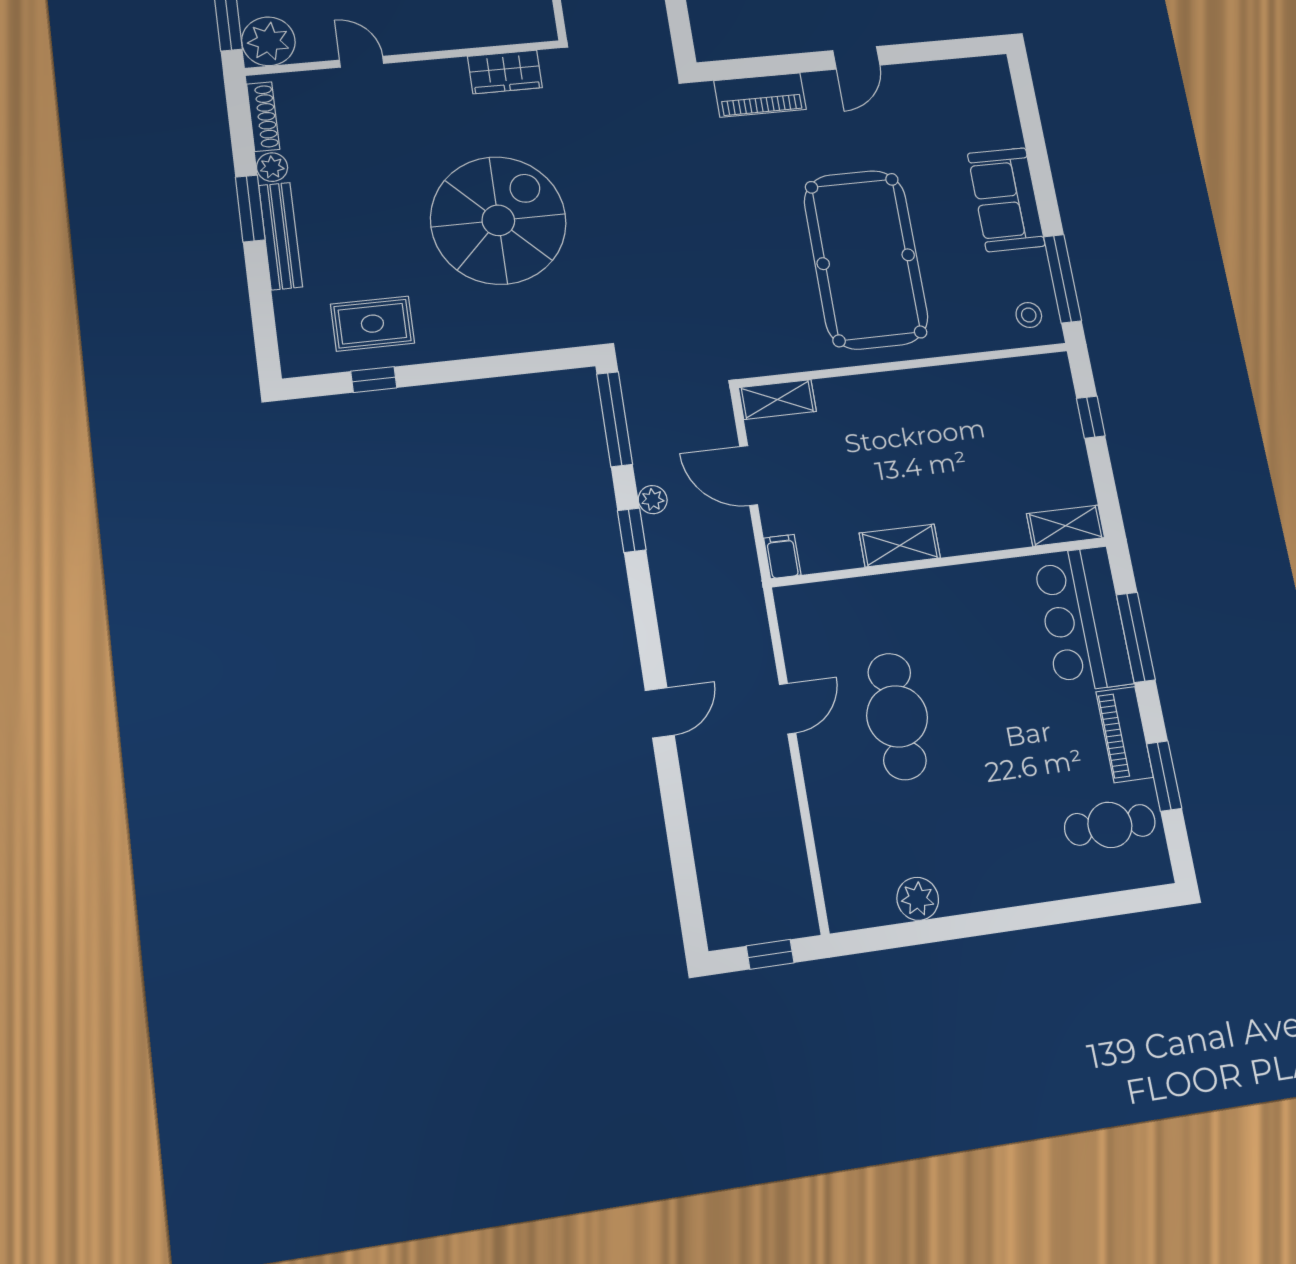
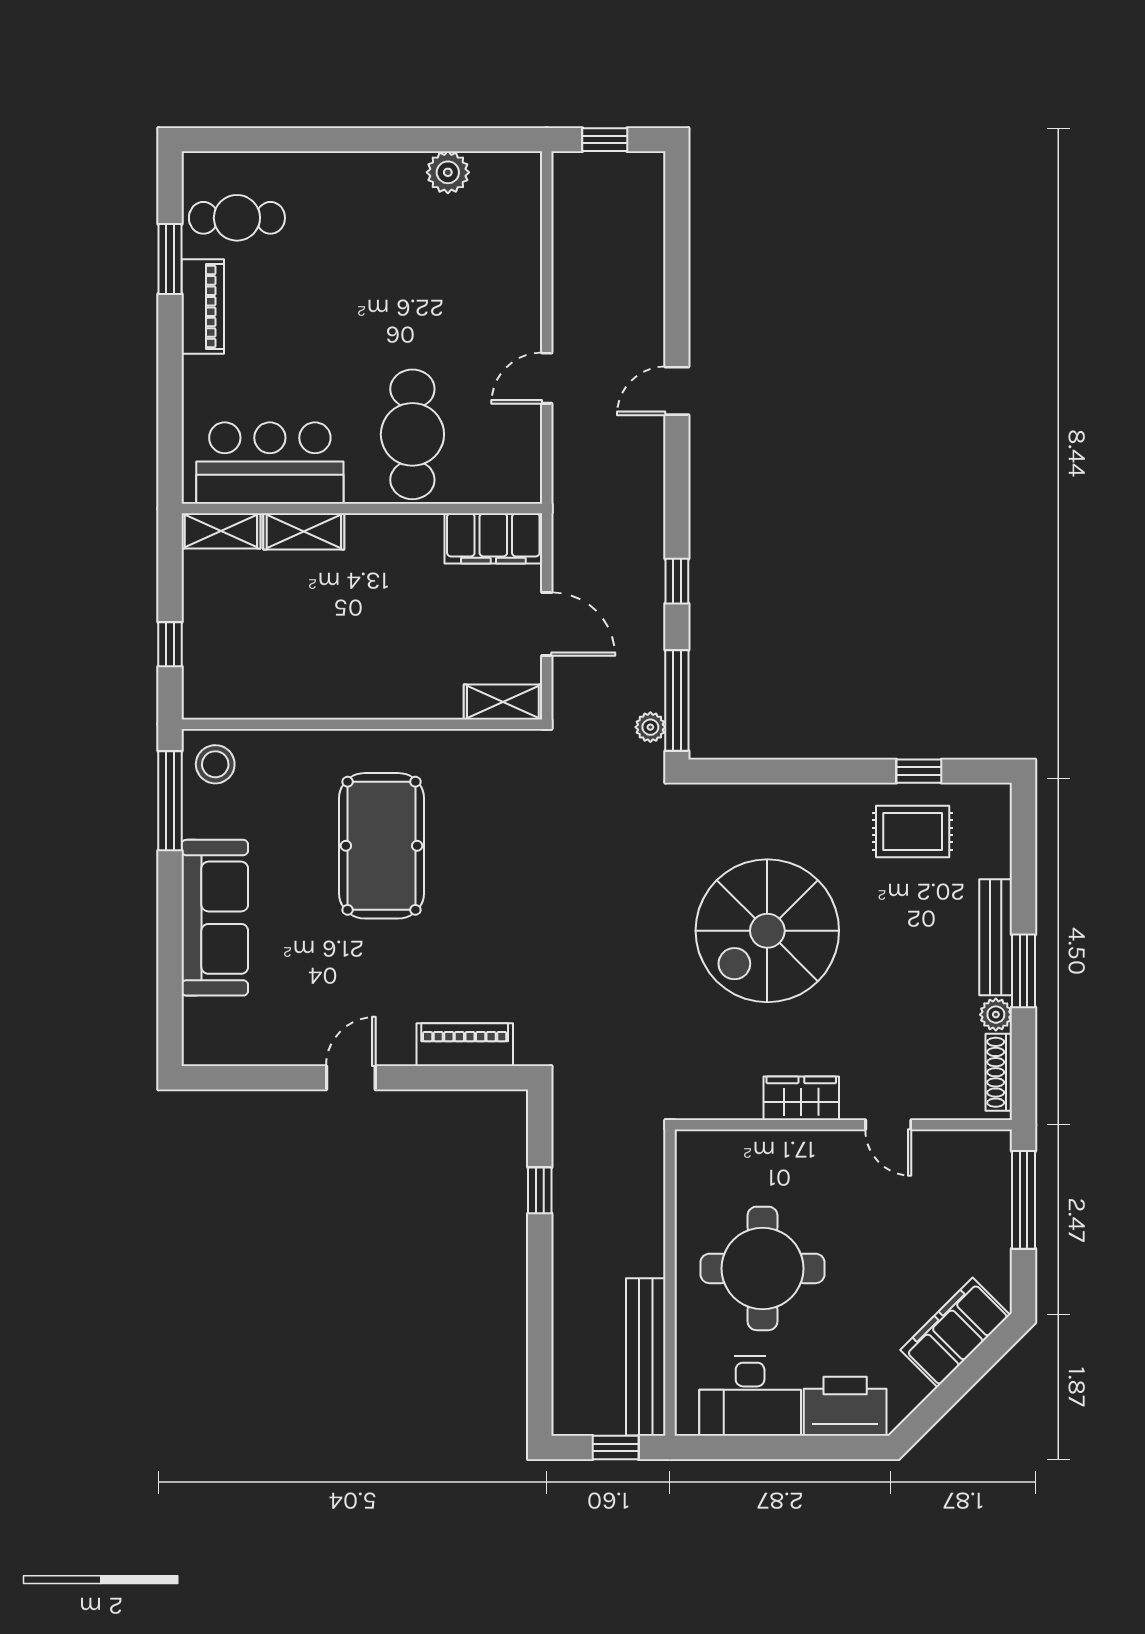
plant: (268, 41) -> (984, 1158), removed
wardrobe: (505, 72) -> (801, 1098), moved
sofa: (1006, 200) -> (215, 918), width x1.36
pool table: (866, 259) -> (382, 846), width x0.73, depth x0.76
stool: (1029, 315) -> (215, 764), width x1.37, depth x1.37
plant: (653, 500) -> (650, 727), moved
shelving: (900, 545) -> (304, 531), moved
filing cabinet: (782, 556) -> (493, 538), width x3.00, depth x1.17
bar counter: (1083, 619) -> (270, 463), moved, turned -90
window: (1136, 637) -> (170, 405), removed
cafe table: (897, 716) -> (412, 434), moved

